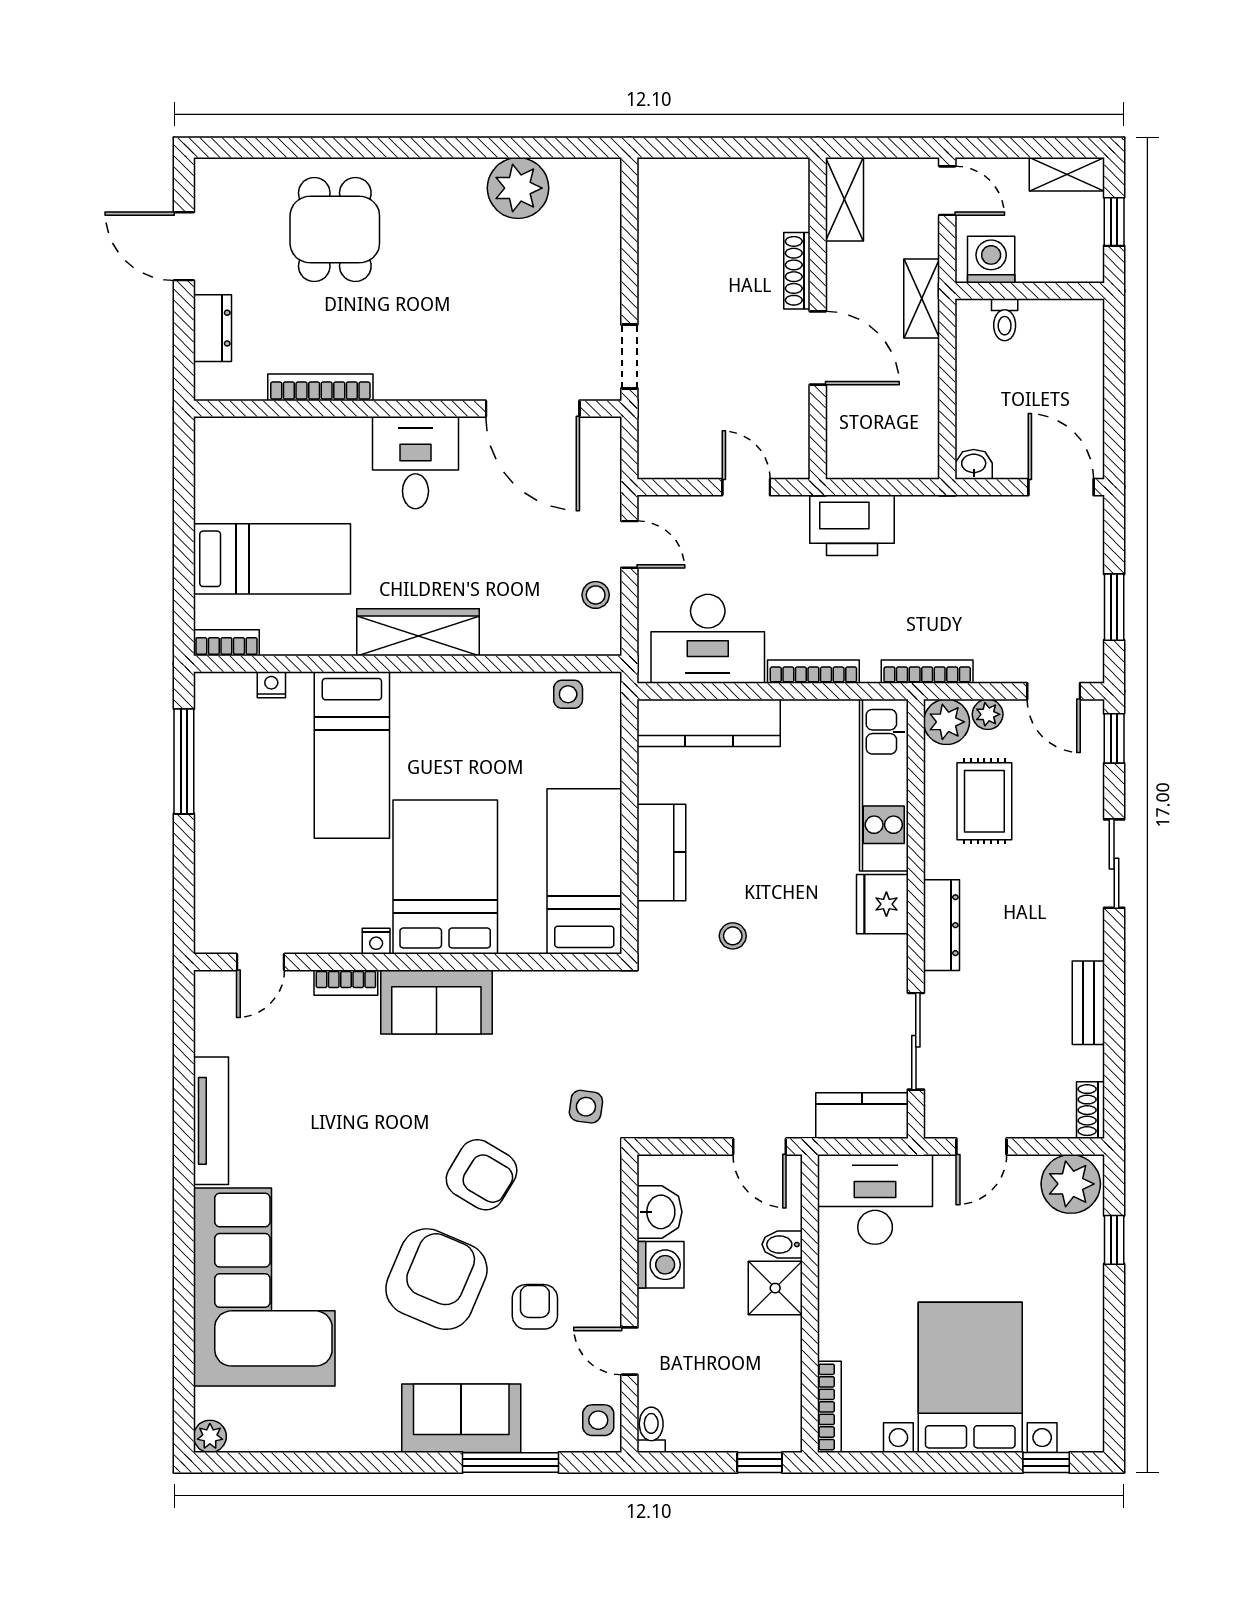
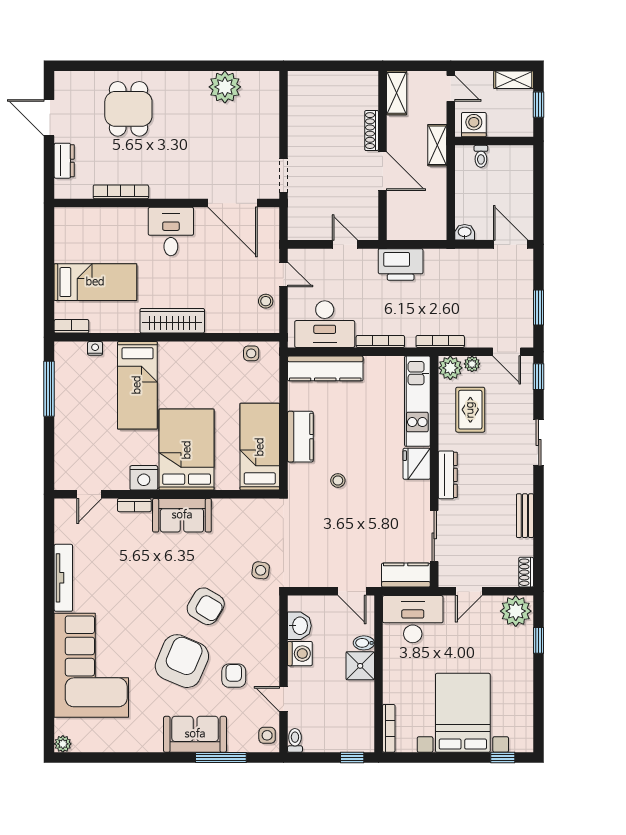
nightstand: (376, 941) -> (144, 478), width x1.89, depth x1.79

